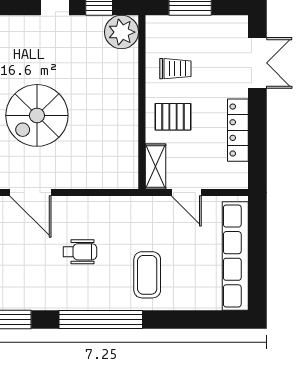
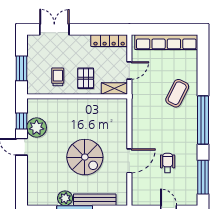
plant: (122, 32) -> (37, 127), moved
locker: (238, 130) -> (109, 41), moved
wheelchair: (80, 252) -> (168, 163), moved
coffee table: (147, 275) -> (177, 93), turned -63

